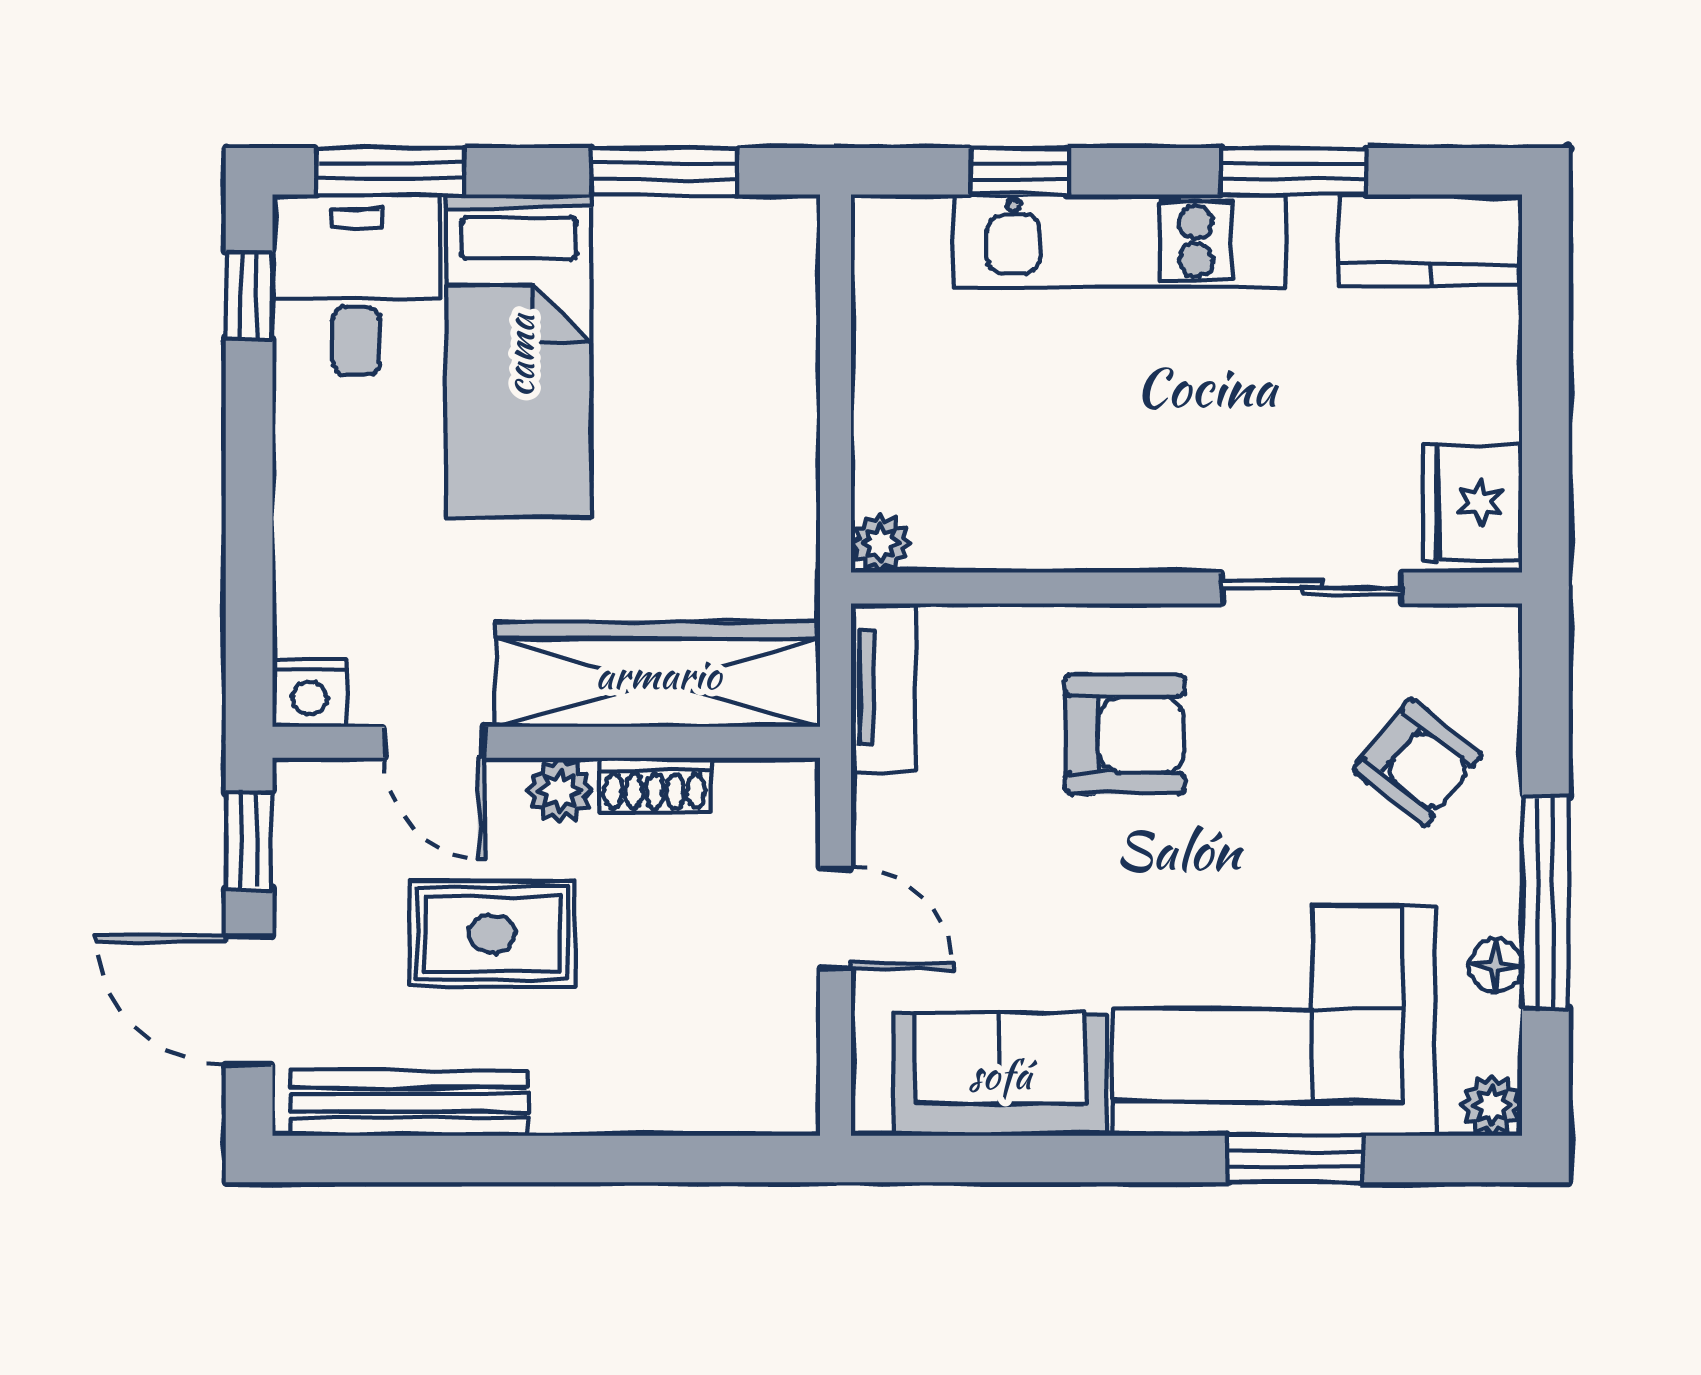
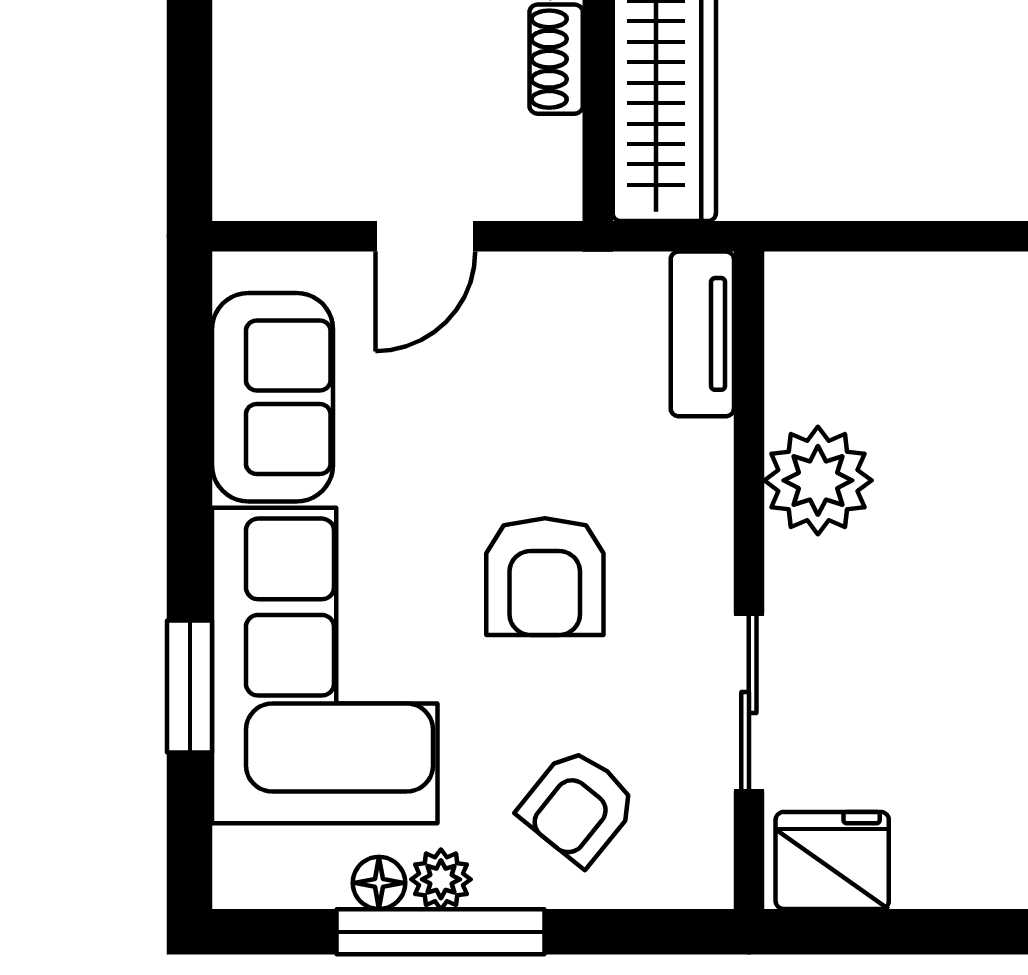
plant: (880, 543) -> (818, 480), moved, width x1.87, depth x1.87
tv unit: (883, 688) -> (702, 334), moved, turned 90
armchair: (1125, 734) -> (545, 577), moved
plant: (1492, 1105) -> (441, 879), moved

